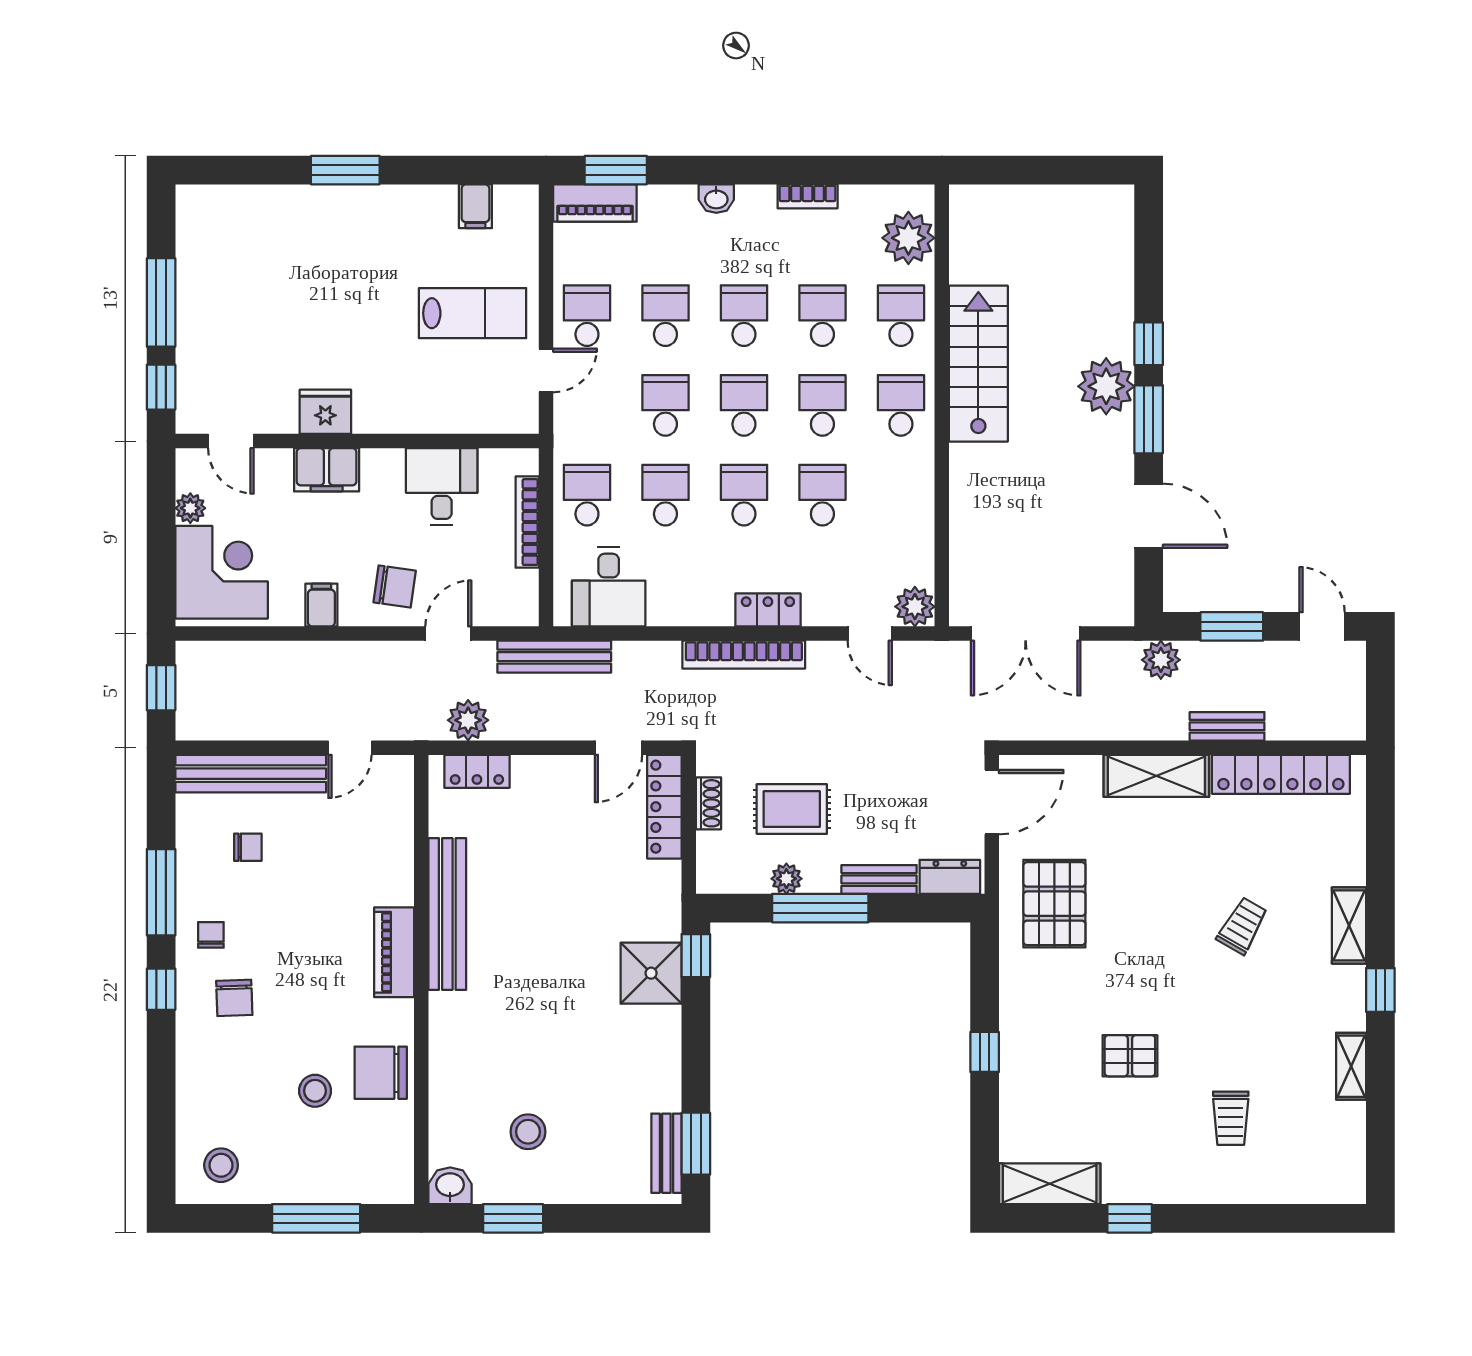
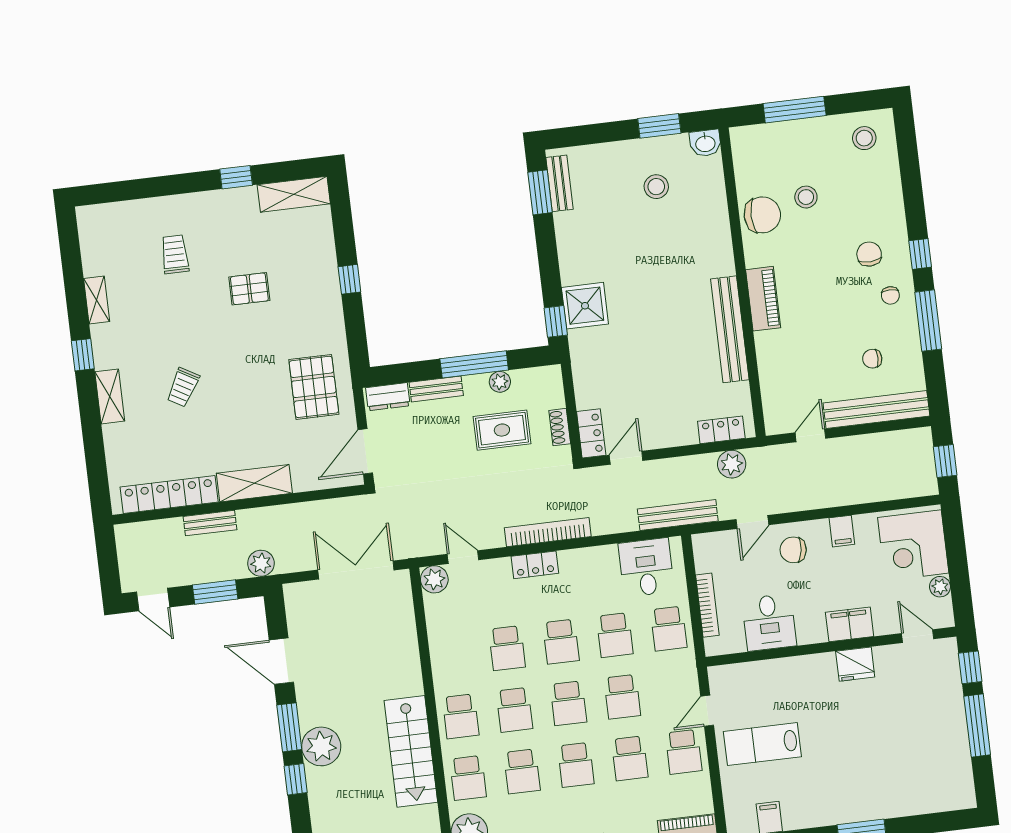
locker: (664, 807) -> (591, 433), width x0.66

